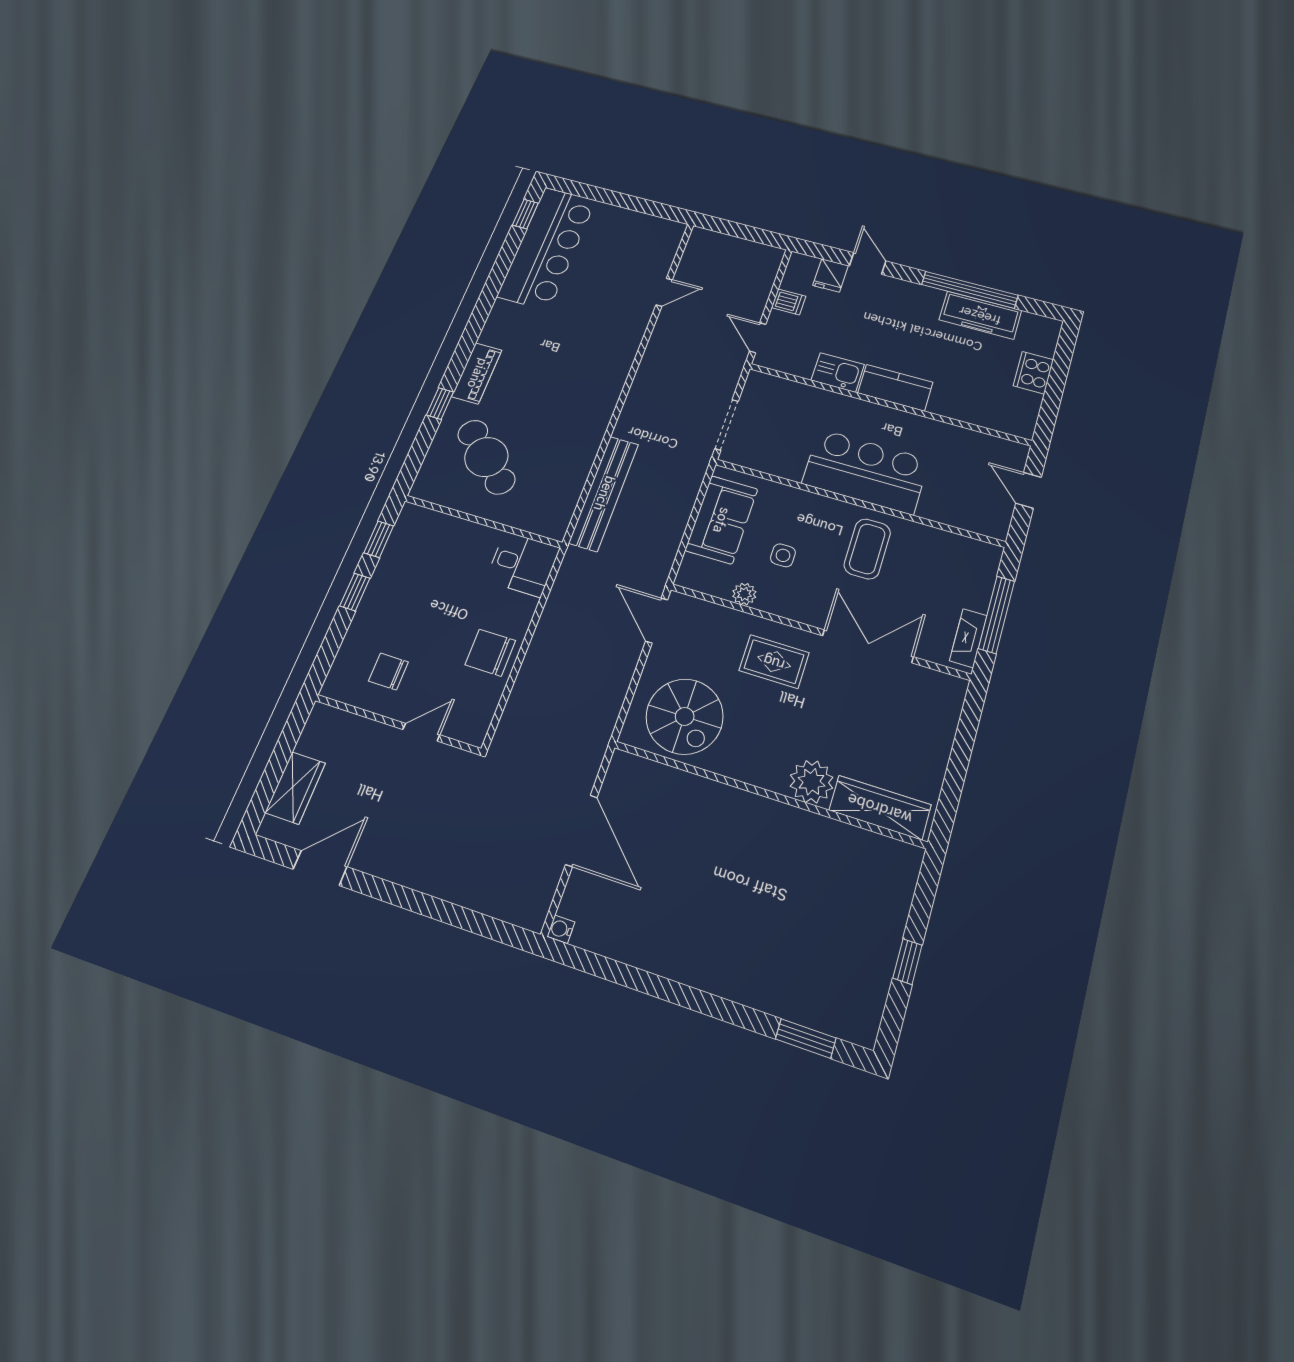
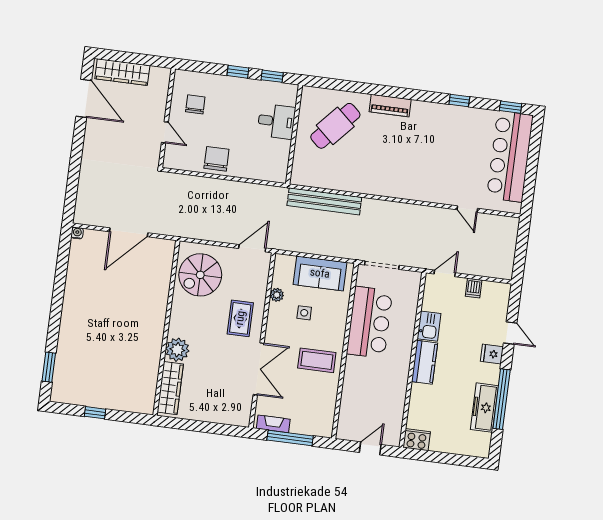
bar counter: (547, 248) -> (510, 157), moved, turned 90
door: (868, 264) -> (510, 333), hinge flipped
fridge: (830, 275) -> (492, 354), moved
cooker: (1033, 373) -> (417, 440), moved
window: (440, 404) -> (459, 100), moved
bar counter: (866, 471) -> (369, 322), moved
desk: (523, 564) -> (276, 121), moved, turned -90
wardrobe: (295, 788) -> (122, 72), width x1.50
door: (320, 868) -> (84, 98), width x1.36

